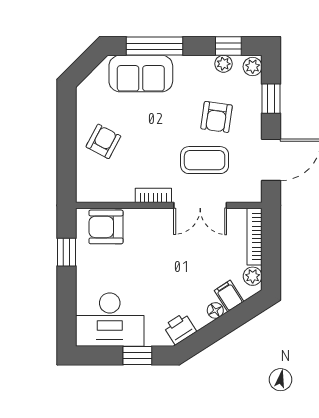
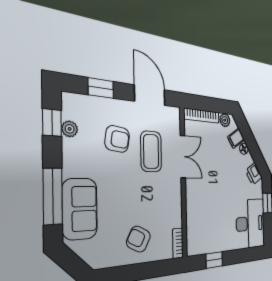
plant: (253, 67) -> (72, 101), removed
bookcase: (153, 195) -> (178, 243), moved
armchair: (106, 227) -> (198, 231), removed

